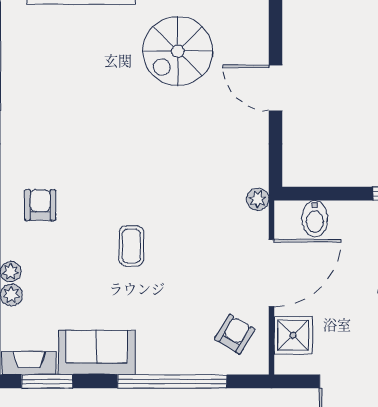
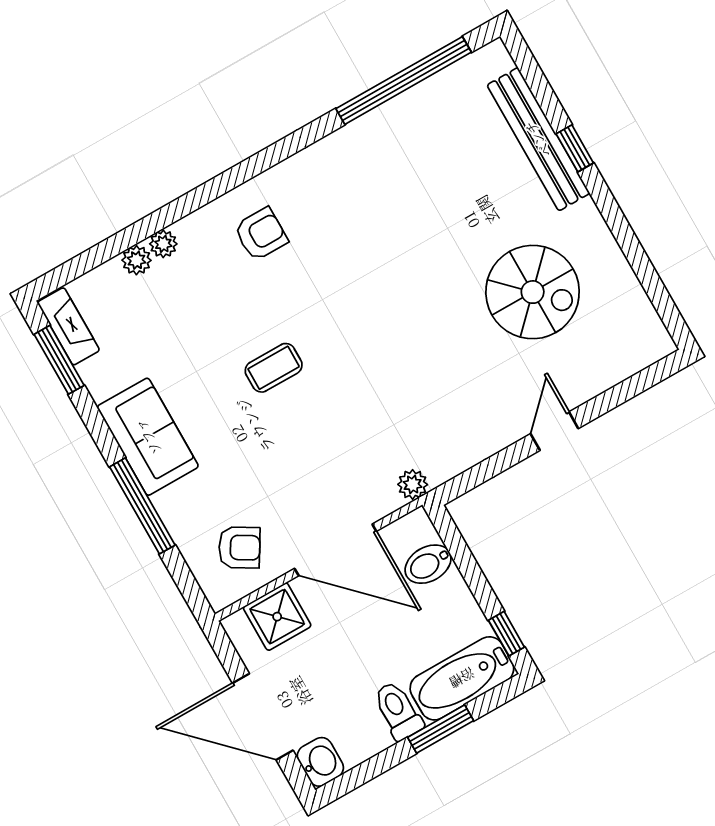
spiral stairs: (178, 51) -> (533, 292), turned 180
door: (276, 88) -> (554, 431), width x0.73
sofa: (97, 353) -> (148, 437), moved
window: (172, 381) -> (142, 506), width x0.68

